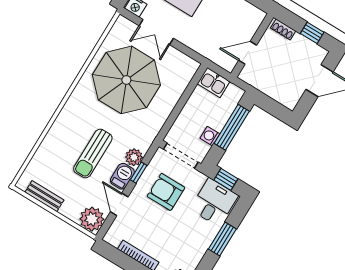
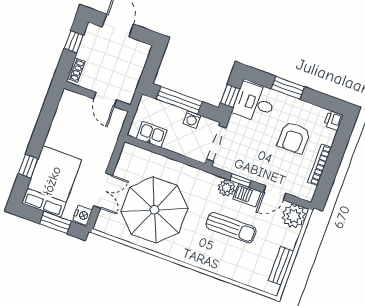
kitchen sink: (214, 83) -> (152, 134), moved, turned -90
armchair: (166, 192) -> (294, 138), moved

